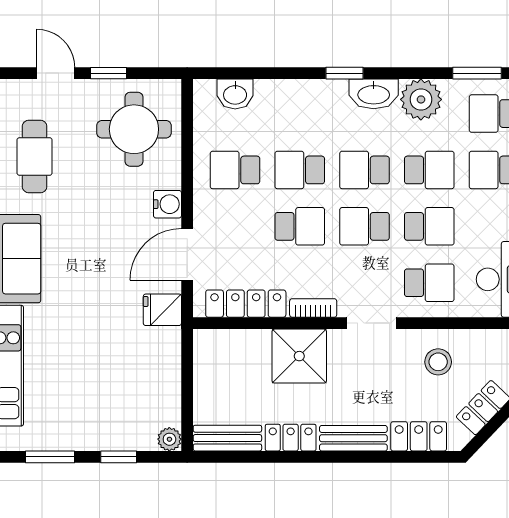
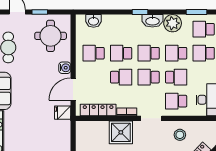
school desk: (429, 170) -> (176, 53), turned 180
school desk: (429, 283) -> (176, 101), turned 180

